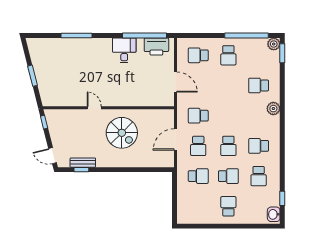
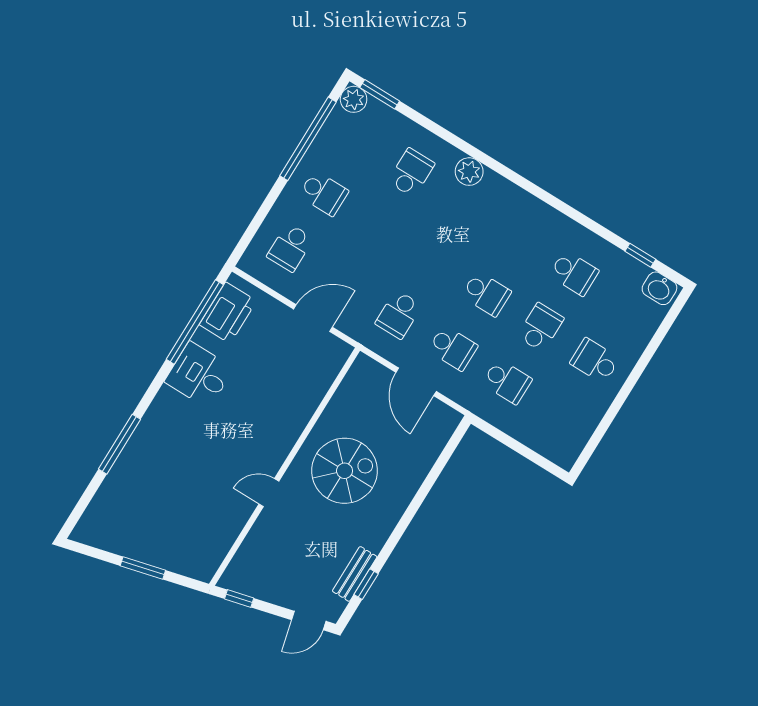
school desk: (259, 85) -> (411, 173), turned 180
school desk: (259, 146) -> (520, 240), removed
school desk: (198, 176) -> (507, 381), turned 90

